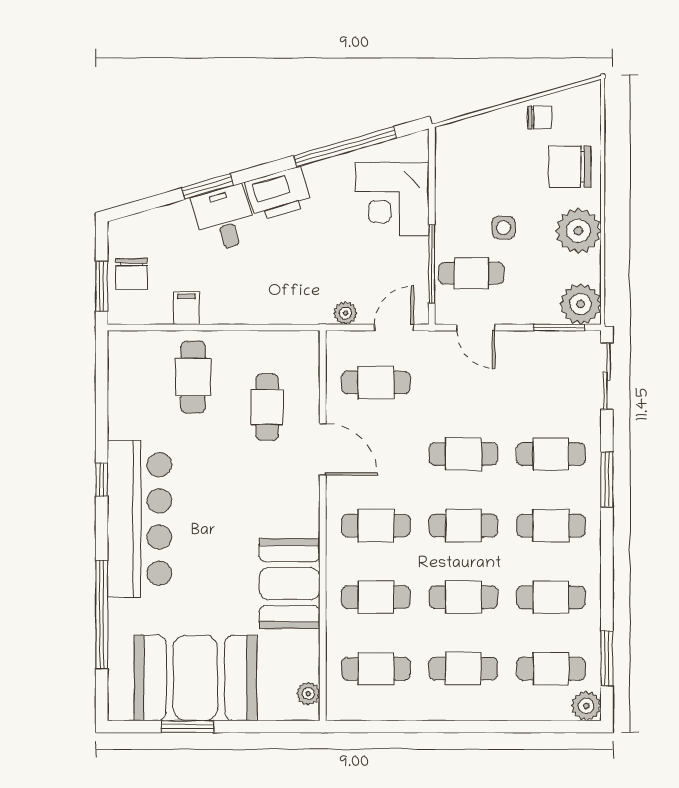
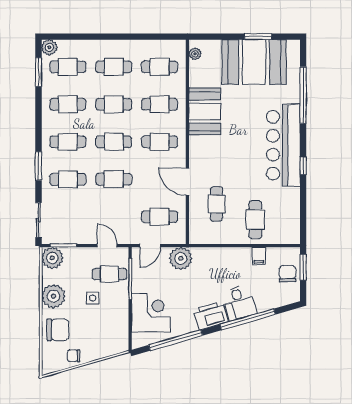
window: (208, 187) -> (248, 319), width x2.11
plant: (345, 313) -> (181, 258), width x1.87, depth x1.87

